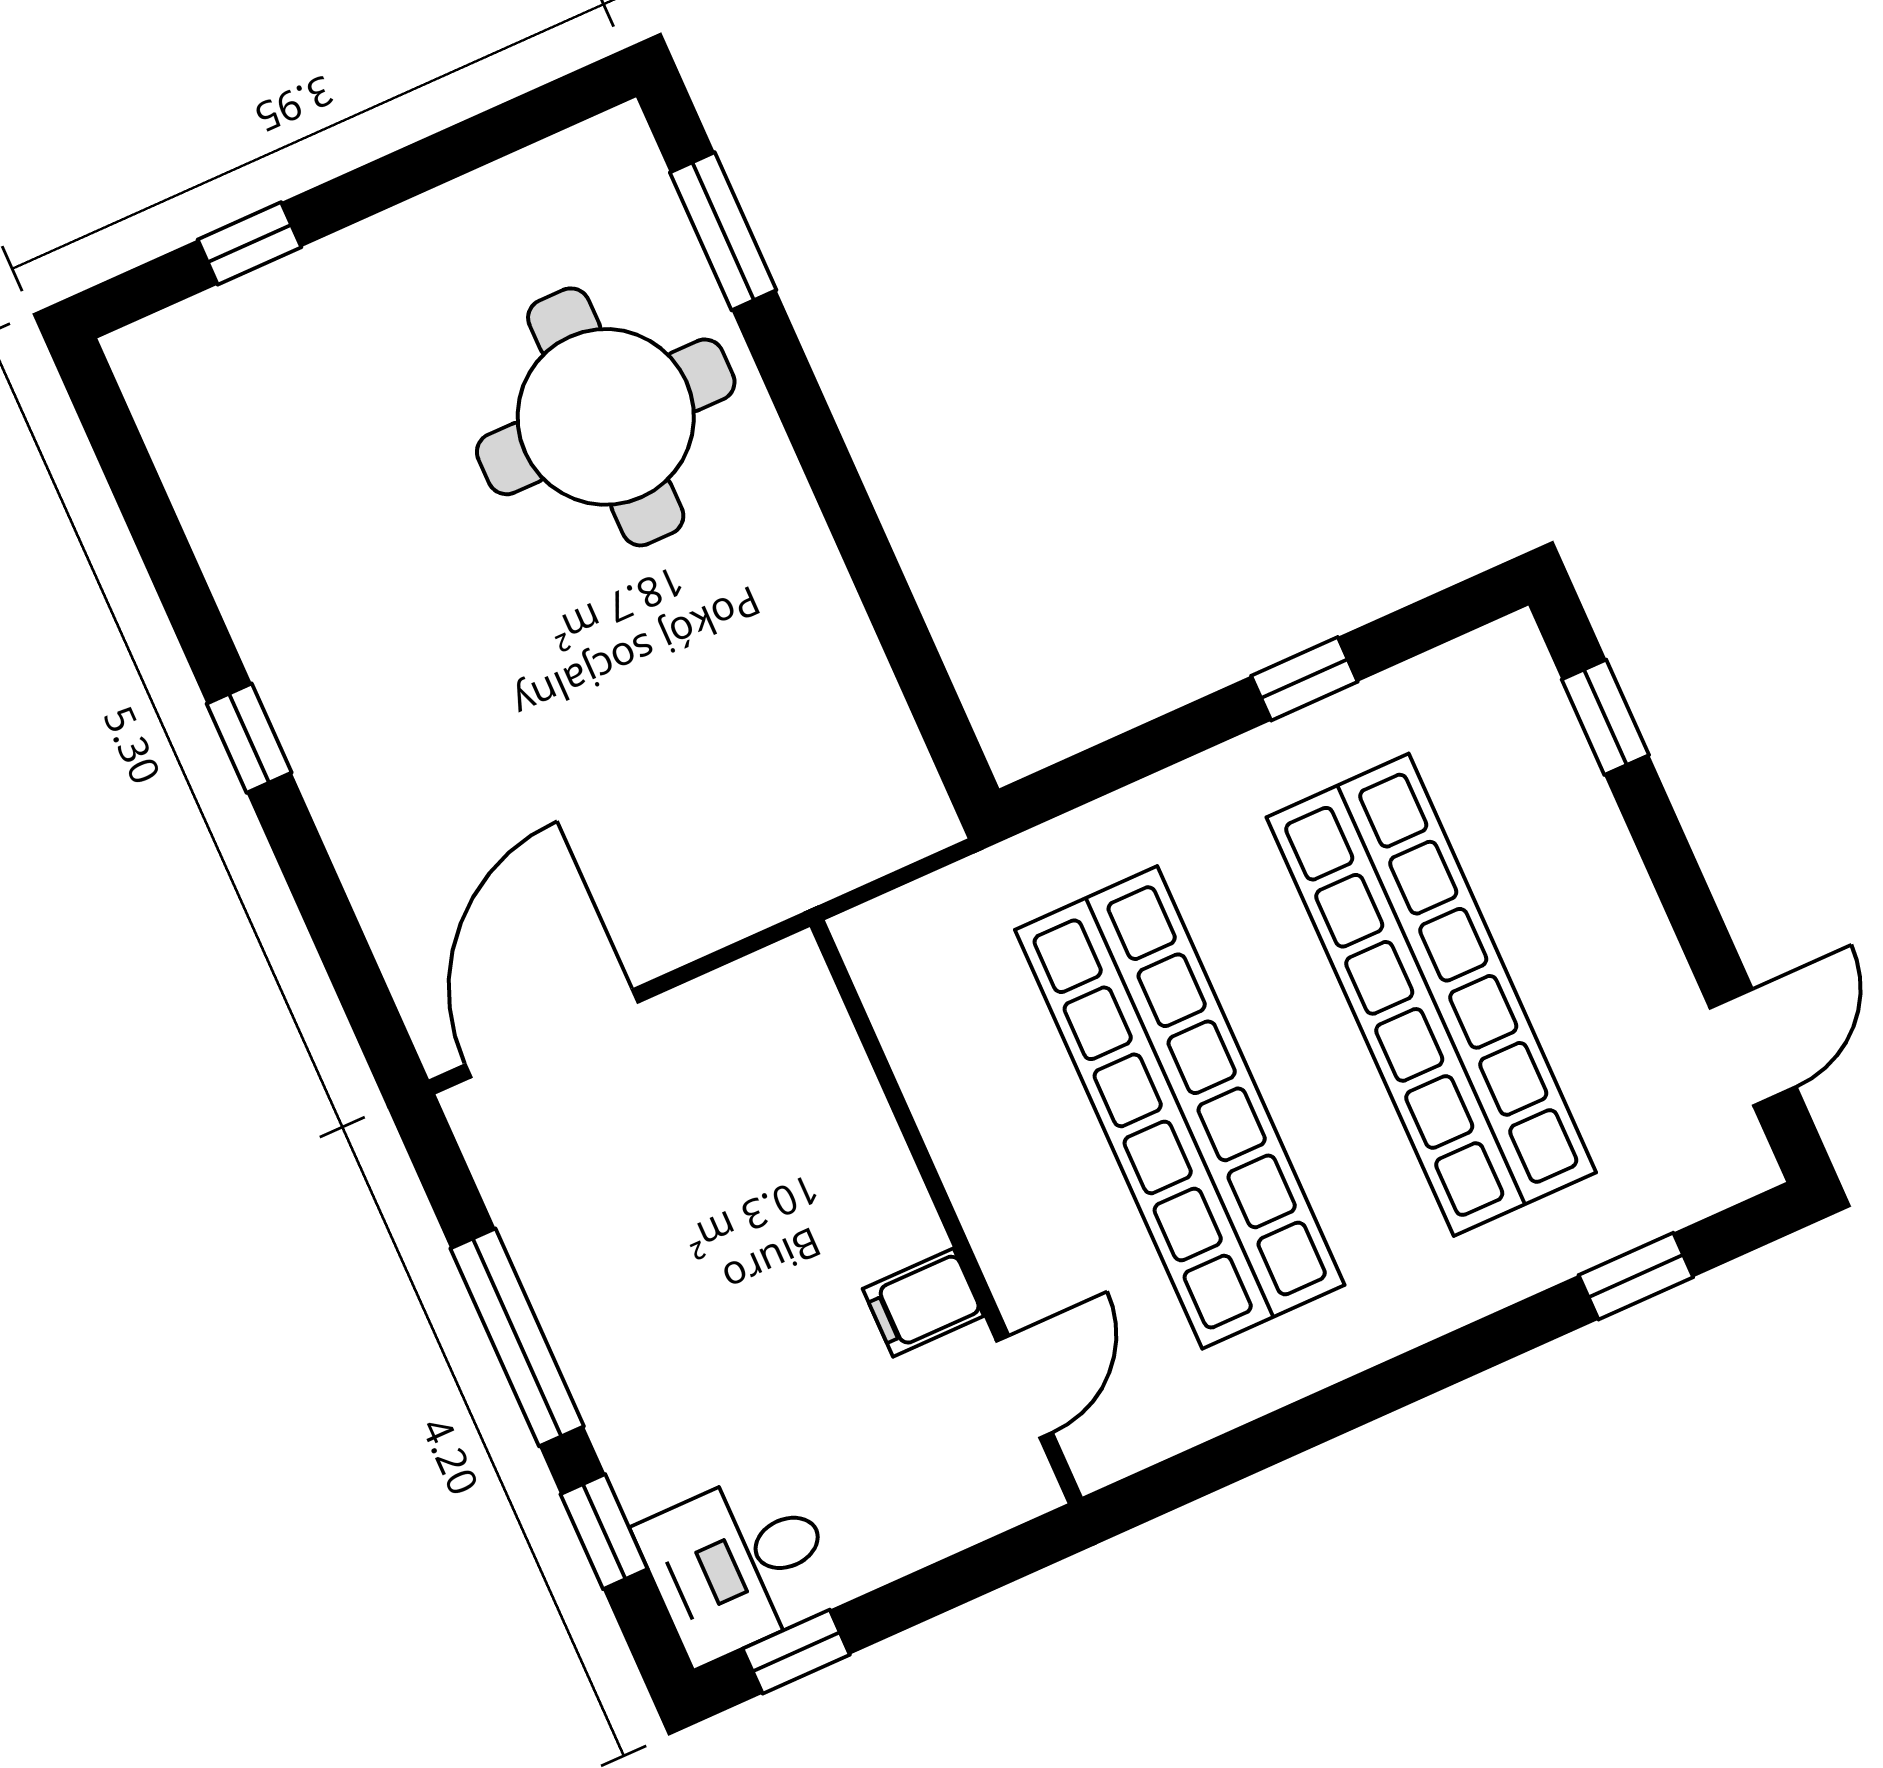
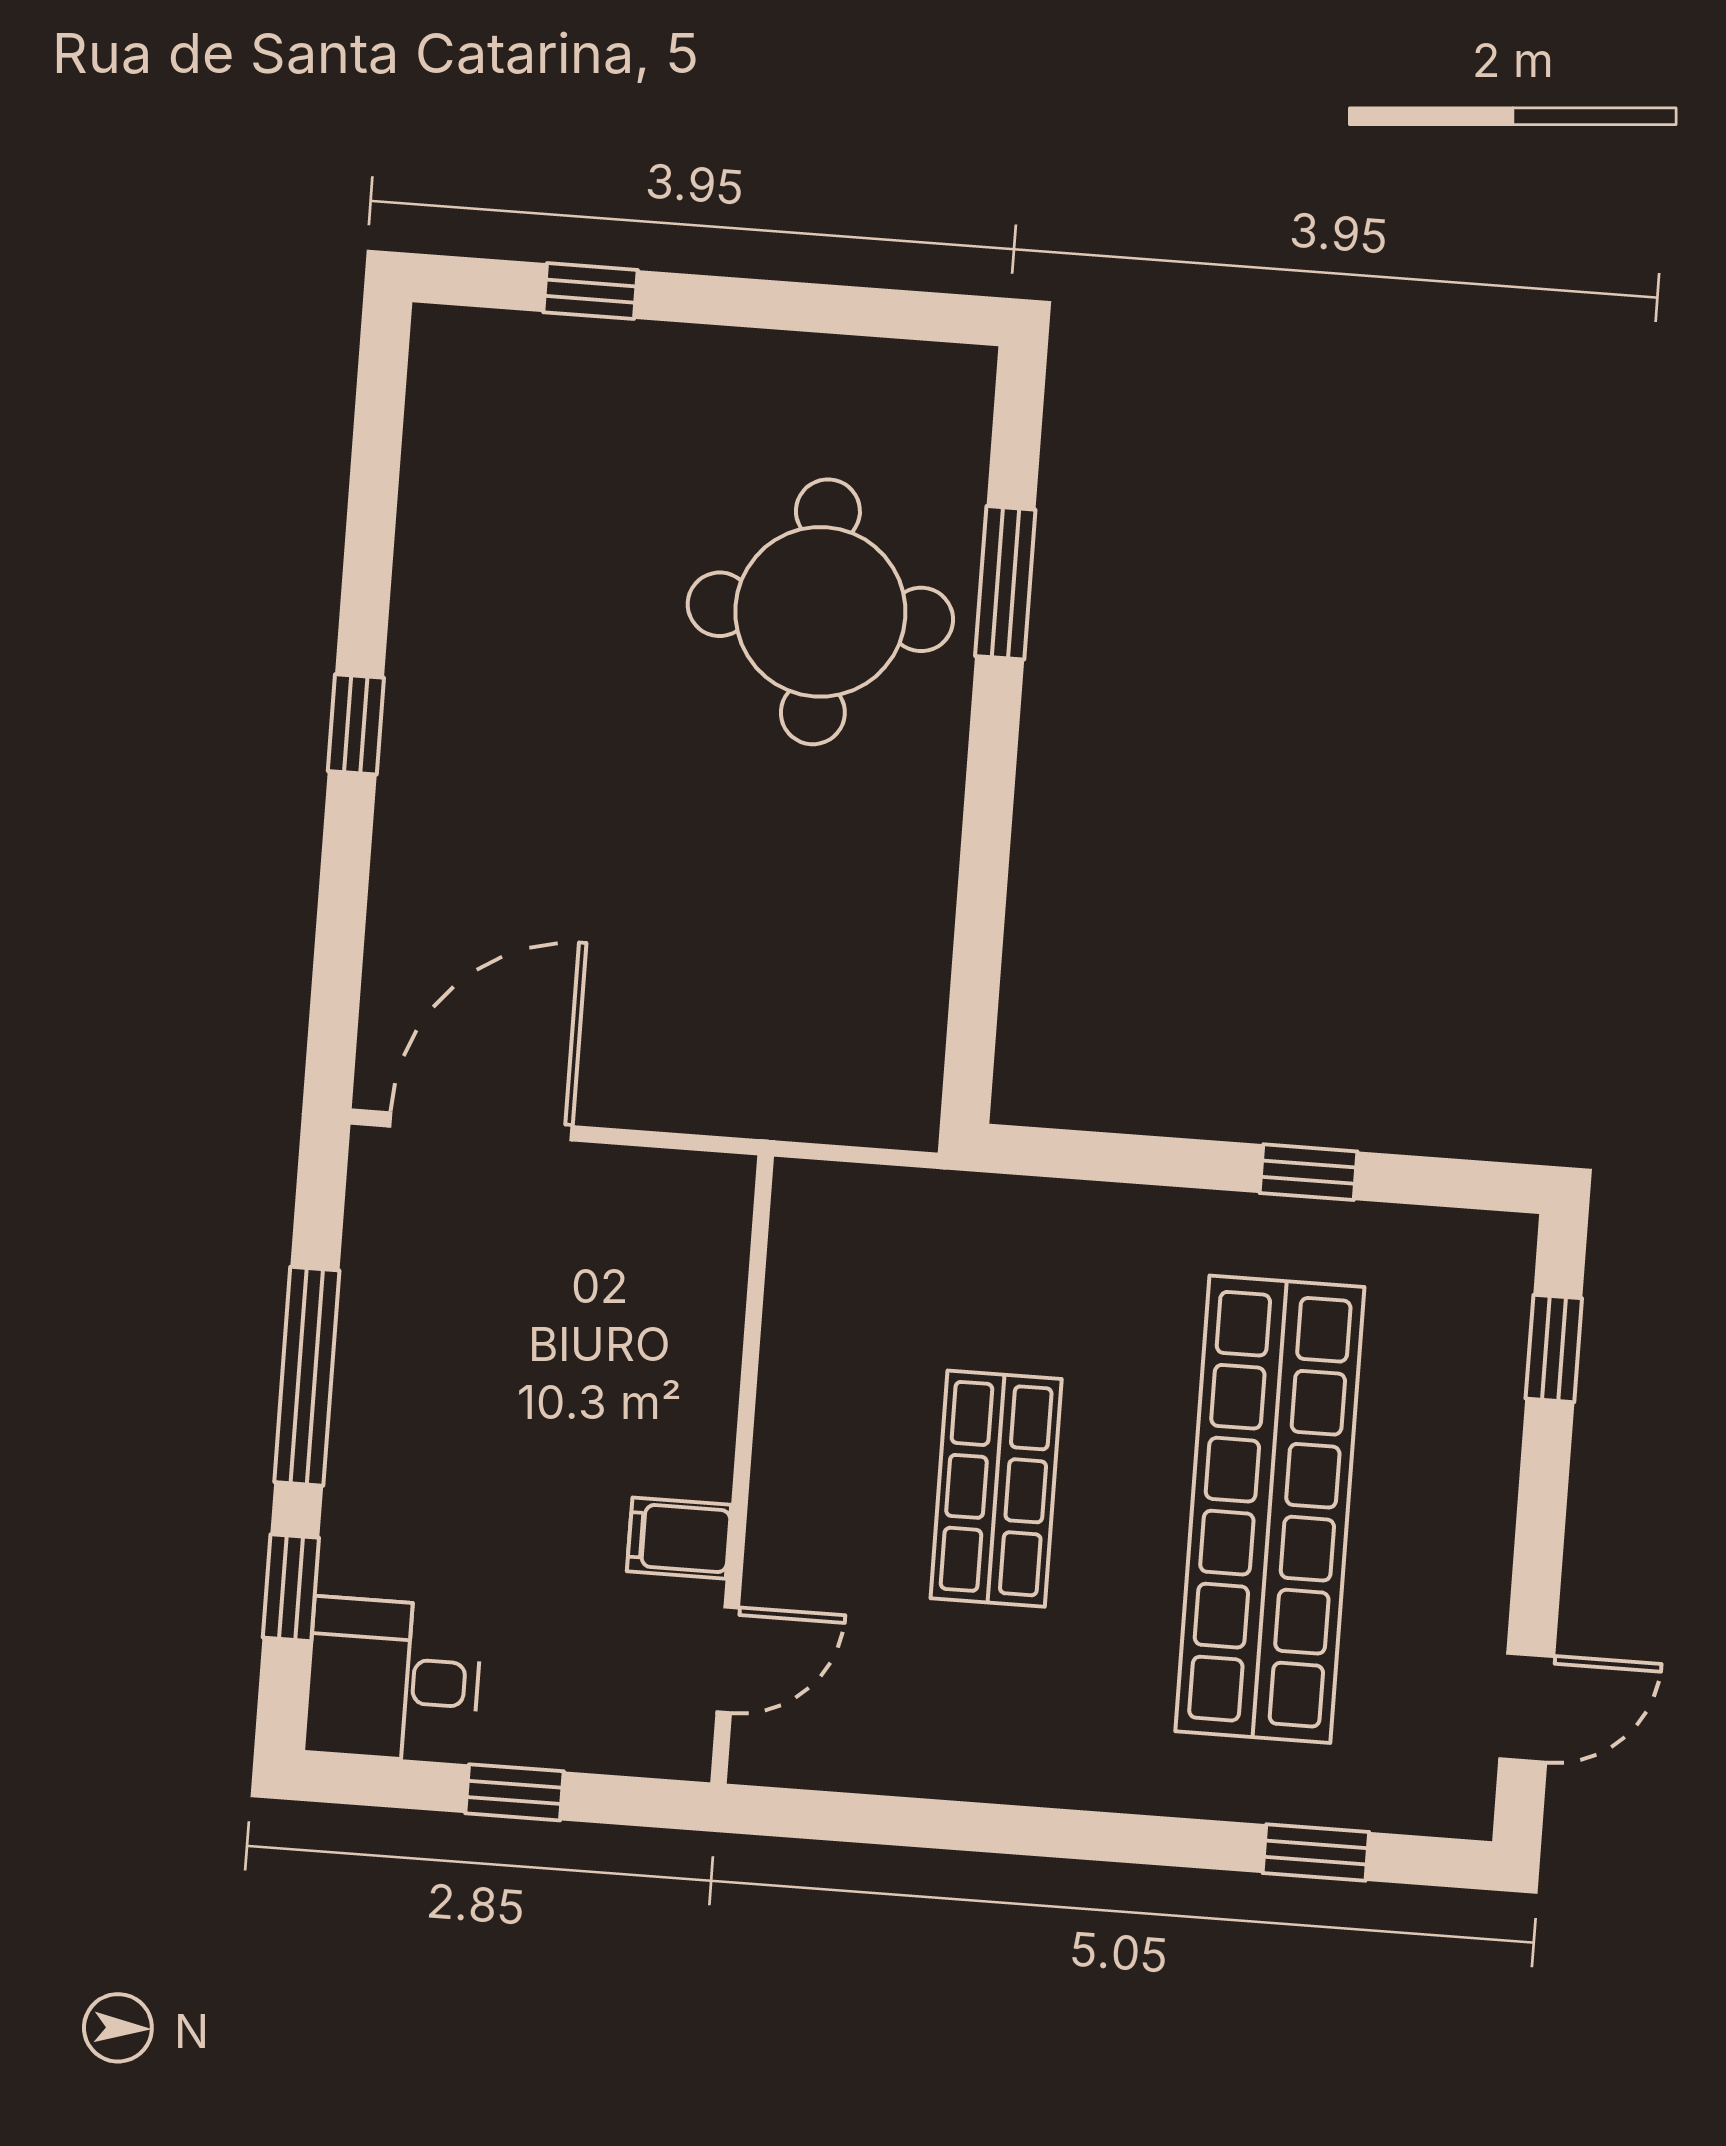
window: (723, 231) -> (1005, 583), moved
shop shelf: (1180, 1107) -> (996, 1489), width x0.50, depth x0.74
window: (796, 1652) -> (514, 1792), moved

